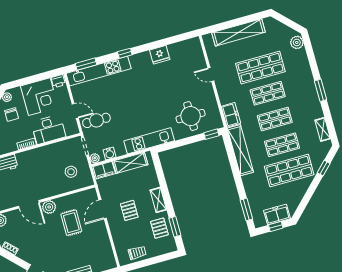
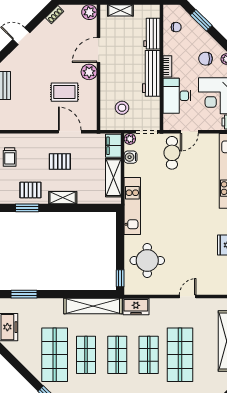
workbench: (36, 156) -> (151, 73), added

